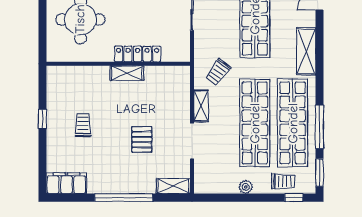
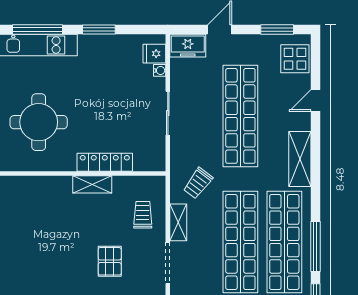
trolley: (83, 125) -> (143, 215), moved

